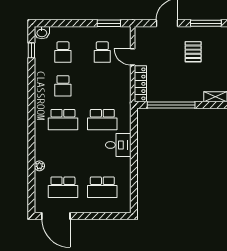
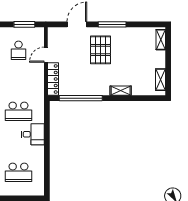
pallet: (193, 52) -> (101, 50), width x1.50, depth x1.42
door: (133, 57) -> (46, 55), hinge flipped

